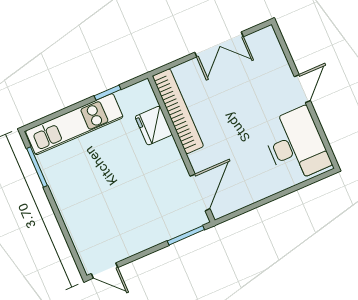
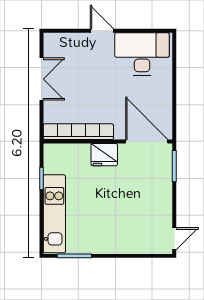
fridge: (154, 126) -> (104, 155), moved
door: (200, 192) -> (147, 141), width x1.36

